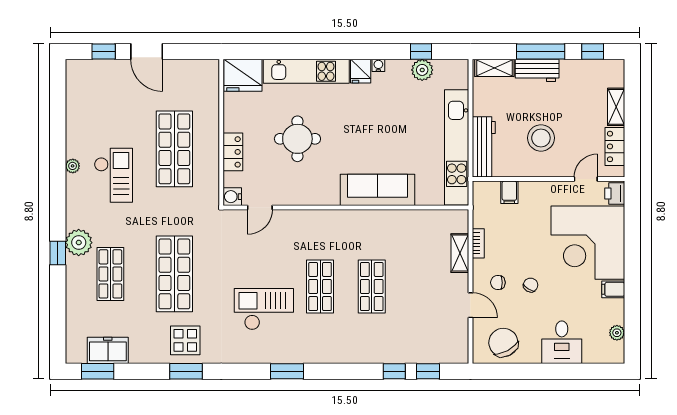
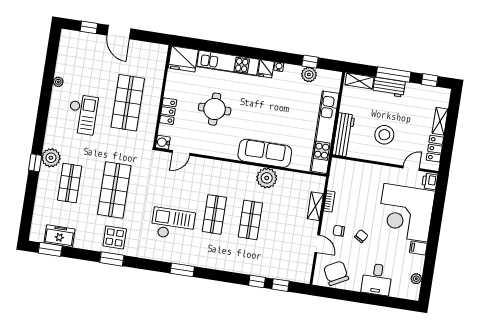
plant: (73, 166) -> (58, 82), moved
filing cabinet: (509, 192) -> (356, 169), removed
plant: (386, 224) -> (267, 178), added

